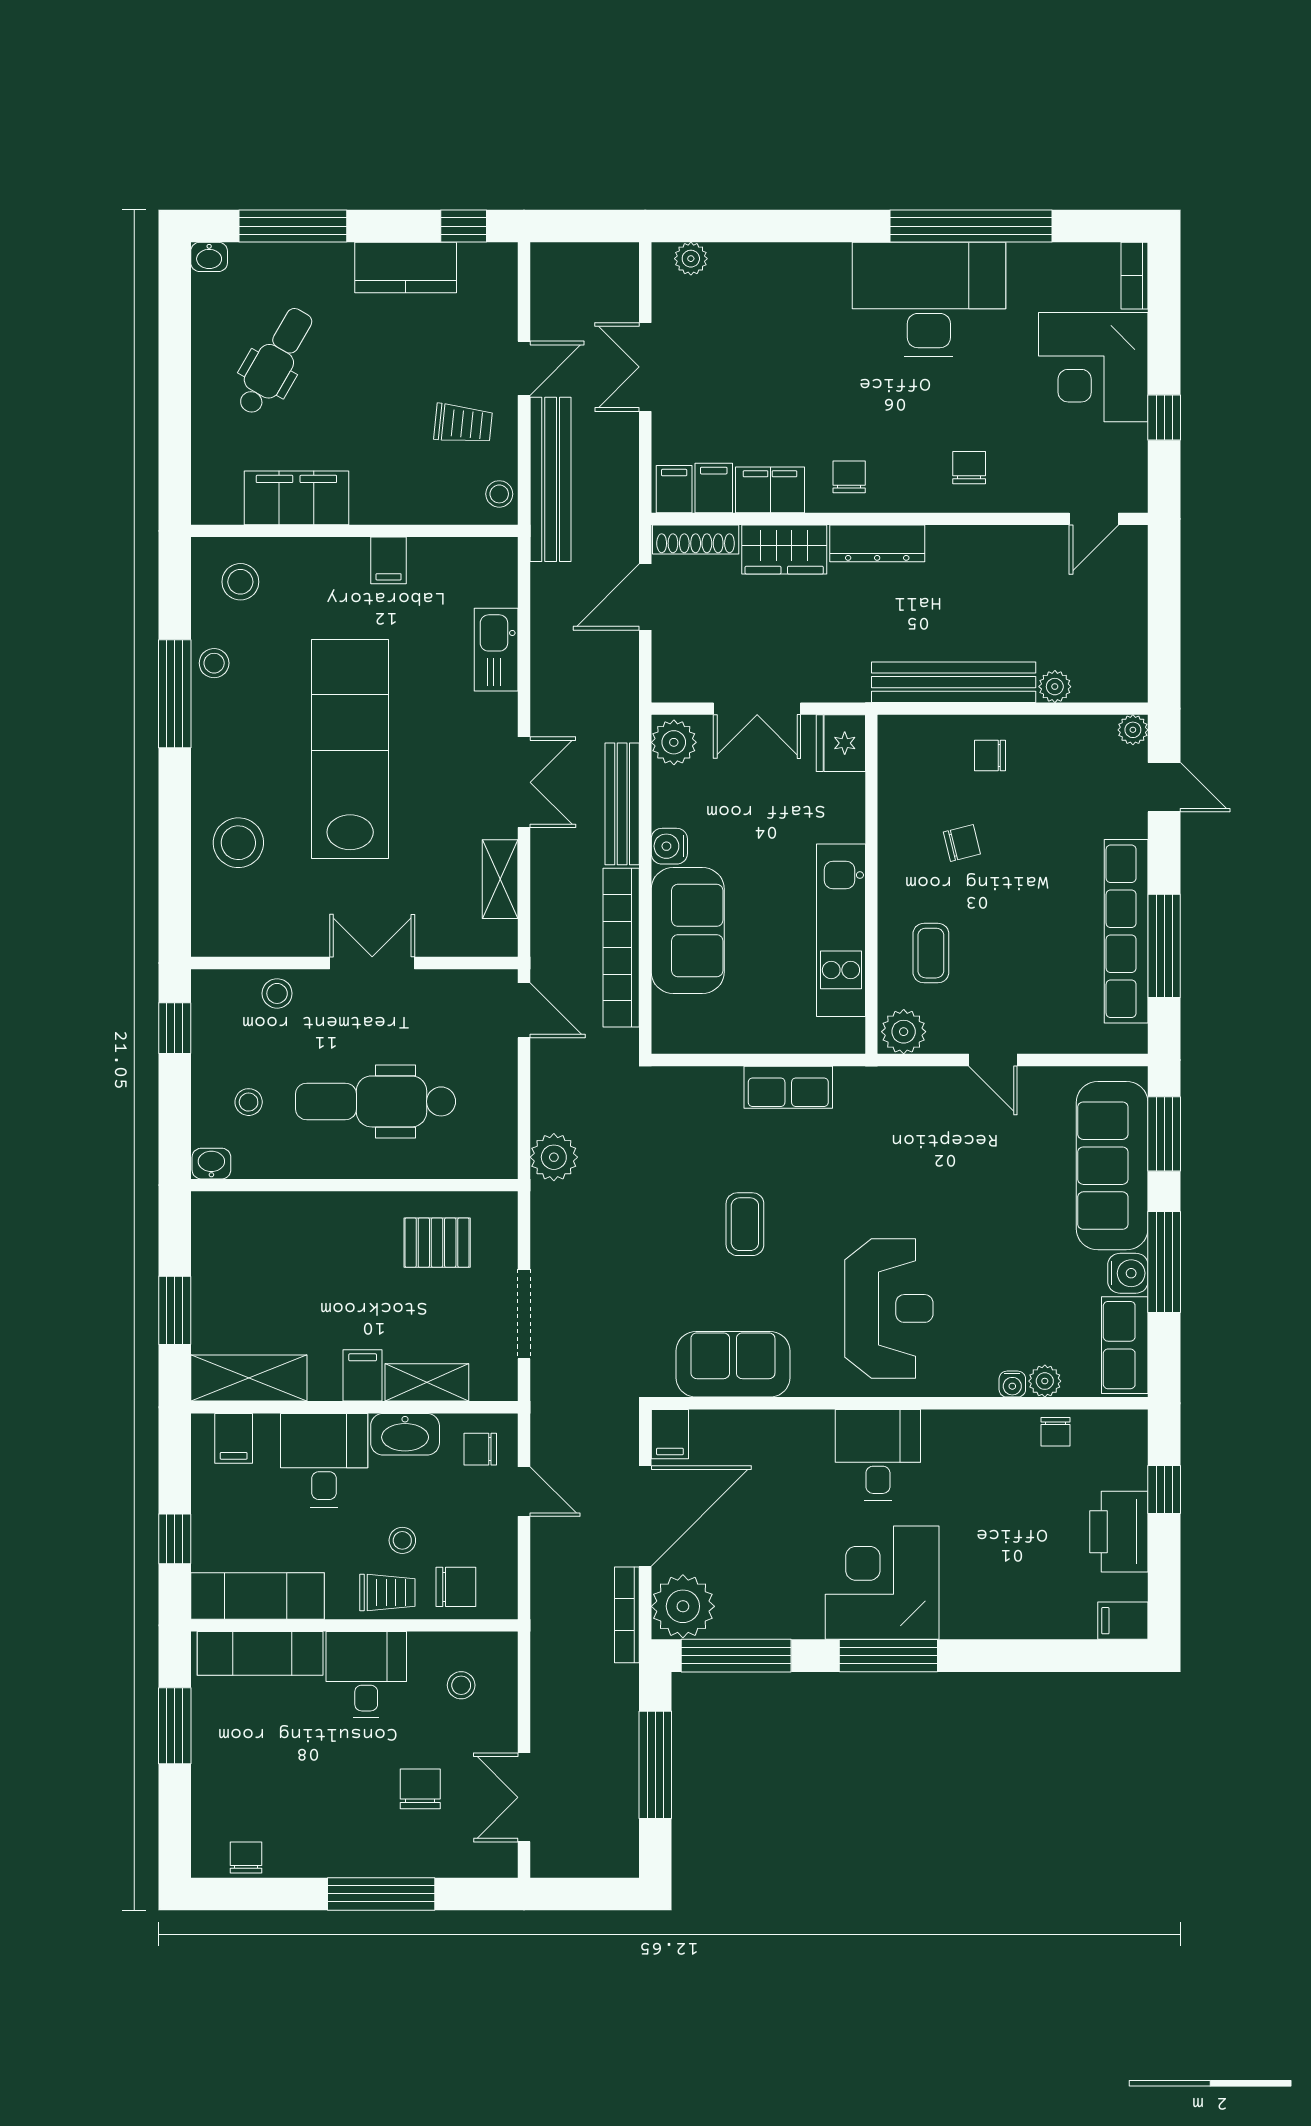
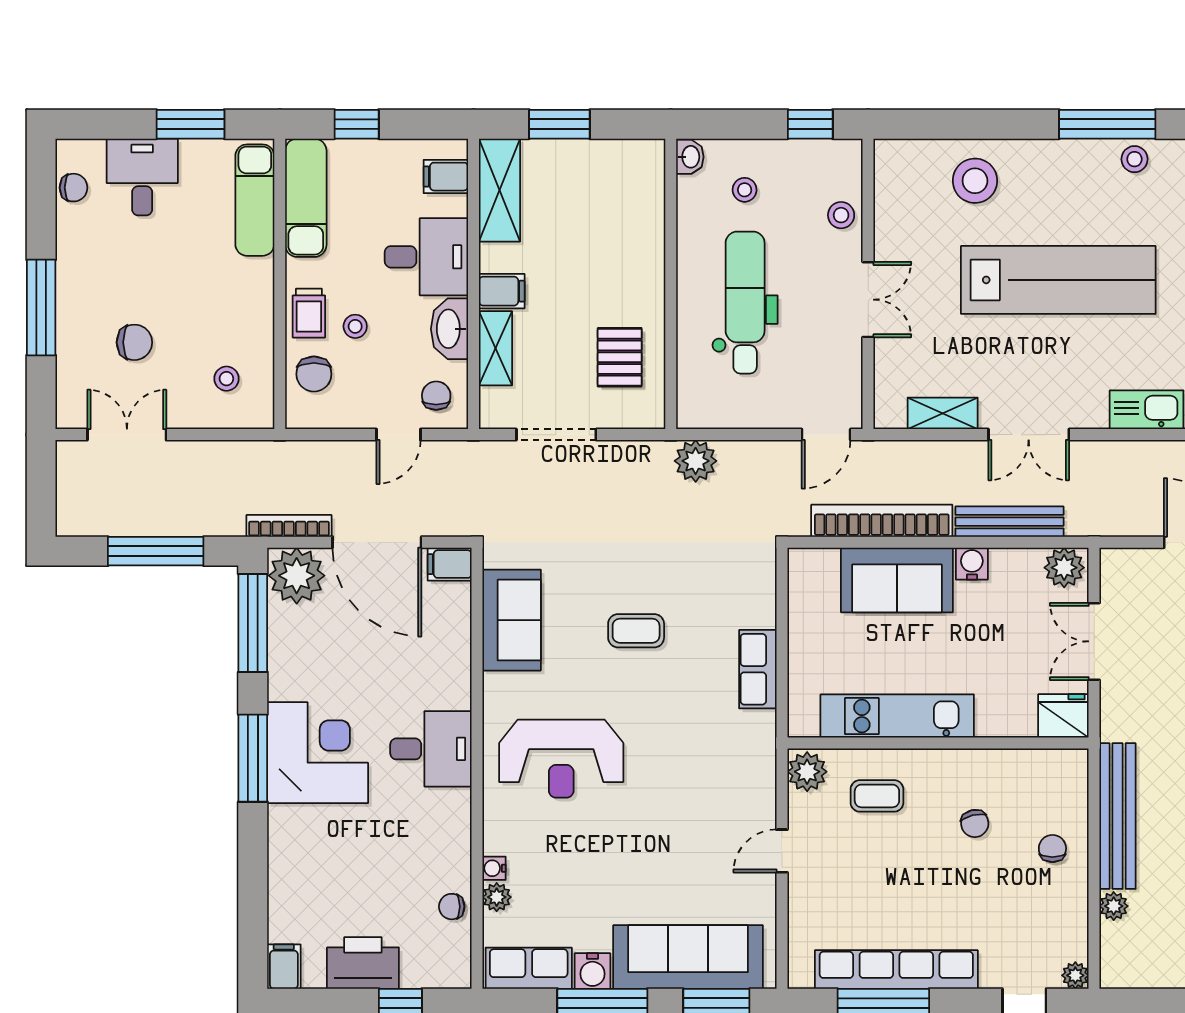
desk: (366, 1675) -> (142, 177), moved, turned -90

